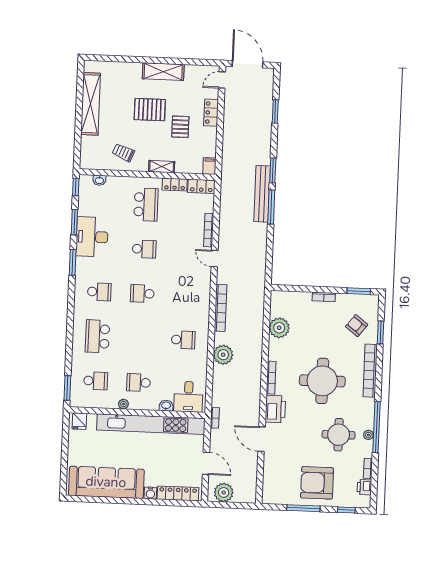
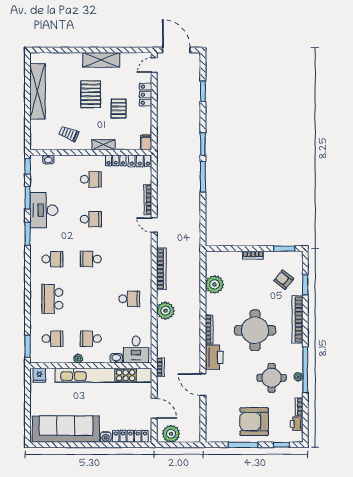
pallet: (150, 110) -> (91, 94), turned 90
bench: (262, 194) -> (194, 165), removed
school desk: (146, 205) -> (91, 179), width x0.54

